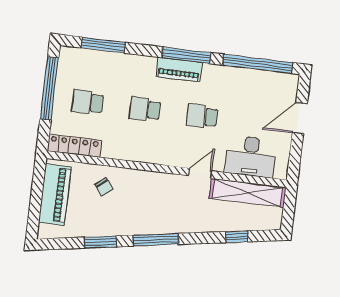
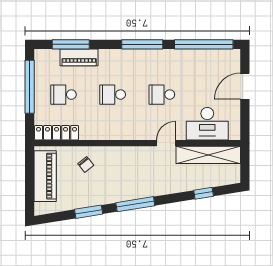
piano: (179, 70) -> (79, 57), moved

